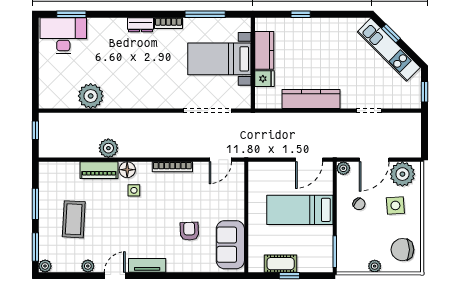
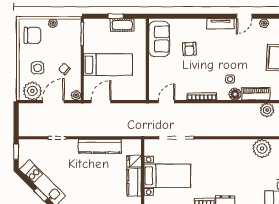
plant: (108, 148) -> (267, 110), moved

